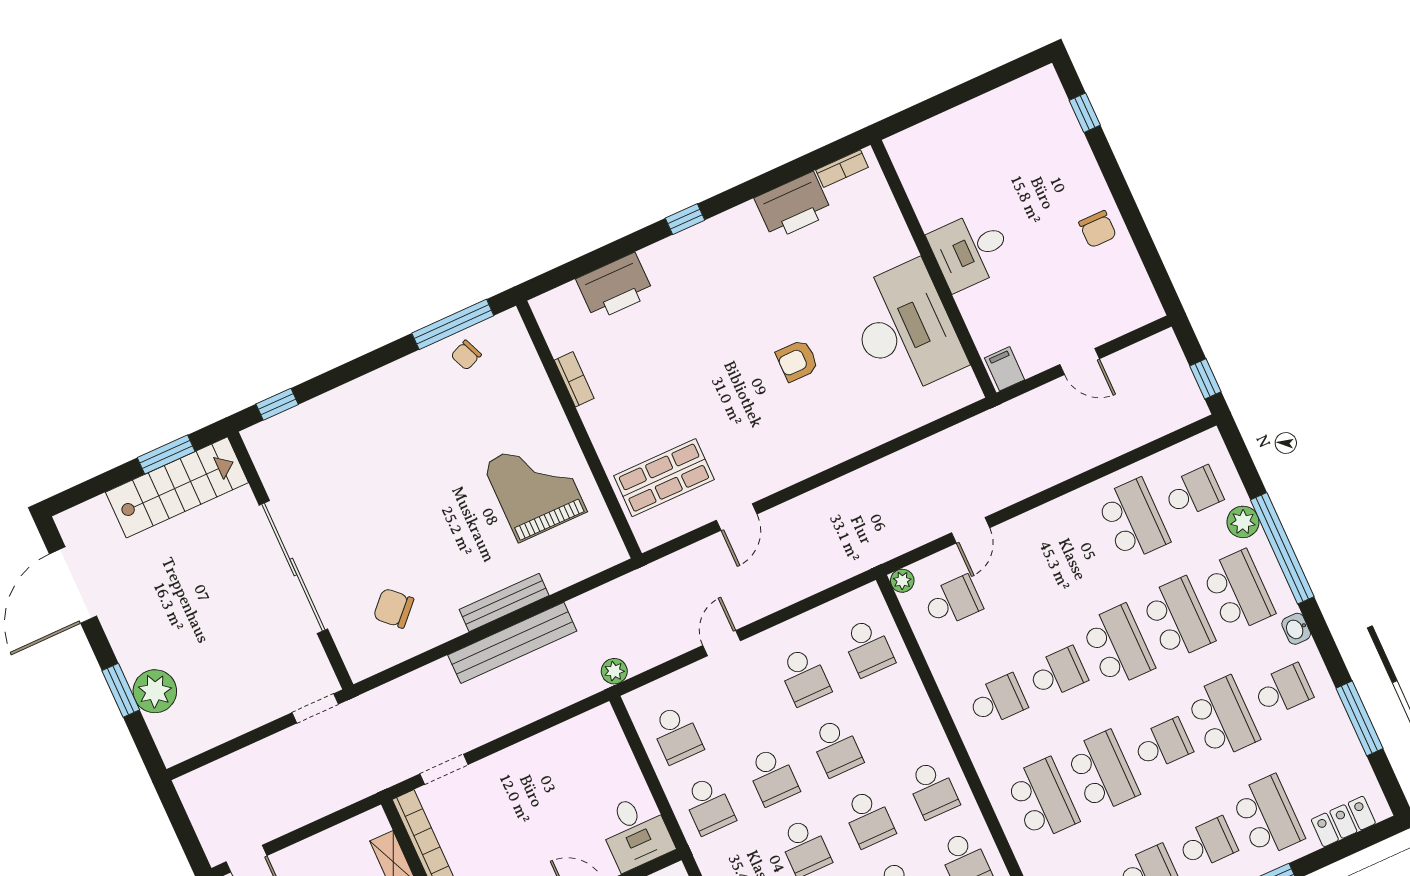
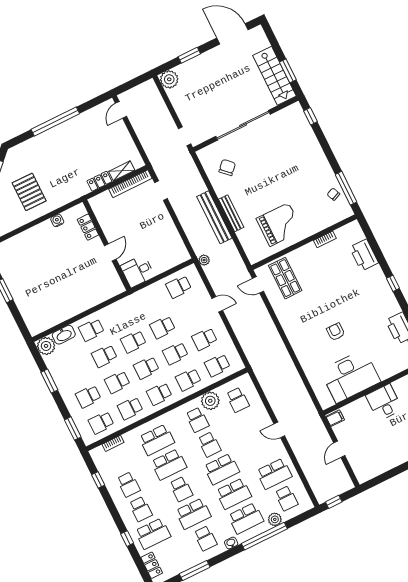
chair: (1098, 229) -> (394, 455), removed
door: (737, 517) -> (258, 285), moved
door: (971, 530) -> (279, 430), moved
plant: (902, 581) -> (210, 401), moved, width x1.87, depth x1.87
plant: (155, 691) -> (169, 79), moved
school desk: (709, 805) -> (188, 380), moved

